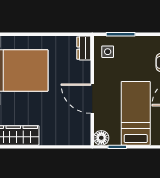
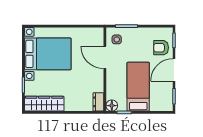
dresser: (84, 48) -> (98, 102), moved
door: (92, 99) -> (105, 57), moved

